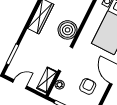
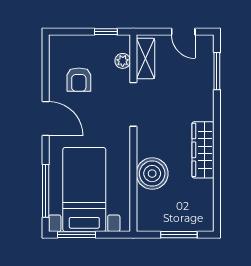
boiler: (68, 30) -> (152, 174), moved
door: (20, 84) -> (183, 32), hinge flipped

